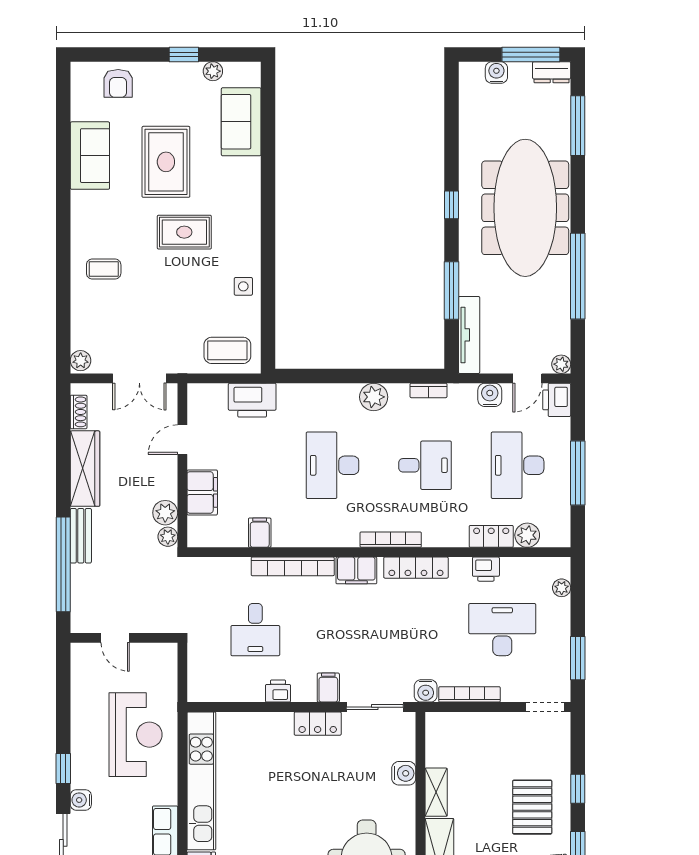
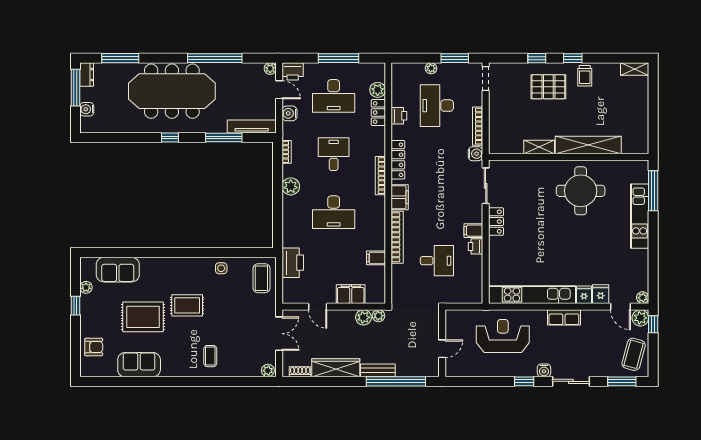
rug: (184, 232) -> (187, 305), turned 90
plant: (562, 588) -> (431, 68), moved
filing cabinet: (328, 688) -> (473, 231), moved
water cooler: (404, 773) -> (527, 167), removed

